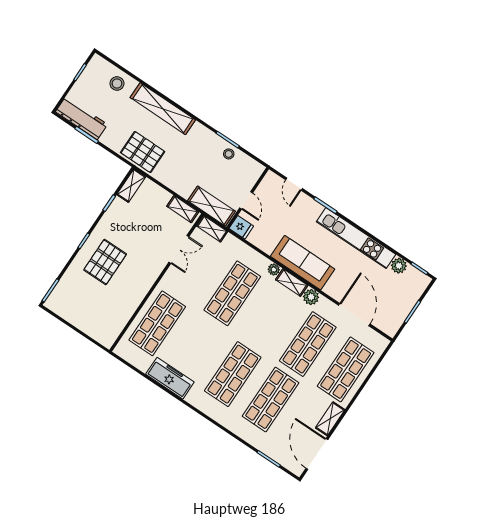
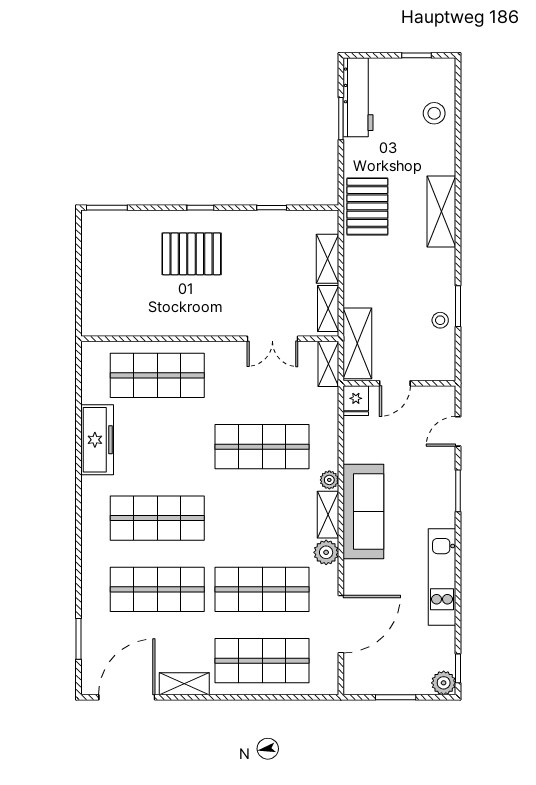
shelving: (163, 109) -> (441, 212), width x0.68
shelving: (131, 186) -> (327, 259), moved, turned 90
kitchen unit: (356, 238) -> (442, 577), width x0.73
plant: (399, 266) -> (444, 683), moved

